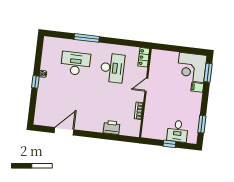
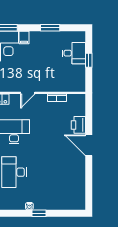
door: (146, 85) -> (28, 93), hinge flipped
window: (202, 124) -> (50, 28), moved
door: (64, 131) -> (89, 145), moved

